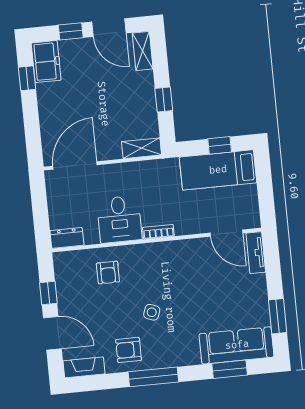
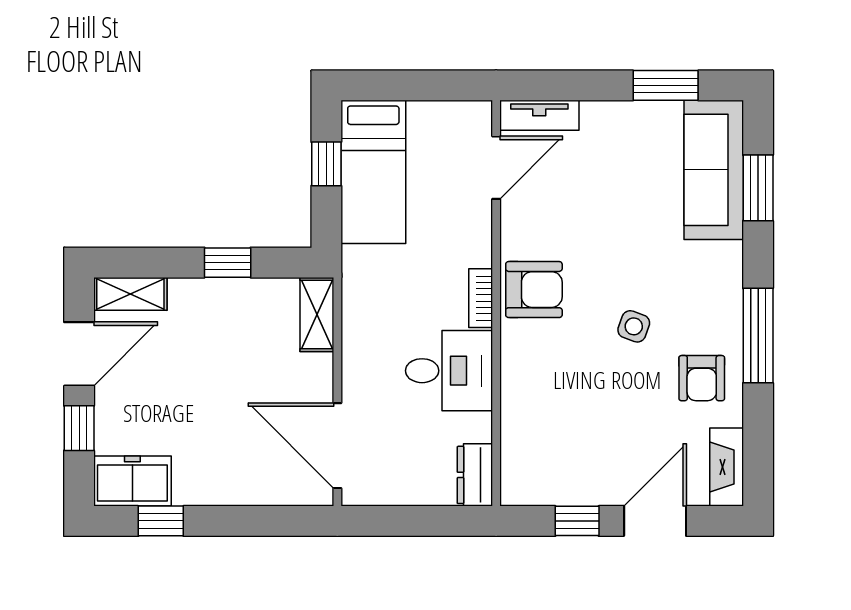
armchair: (108, 273) -> (534, 290), moved, width x1.38, depth x1.38

